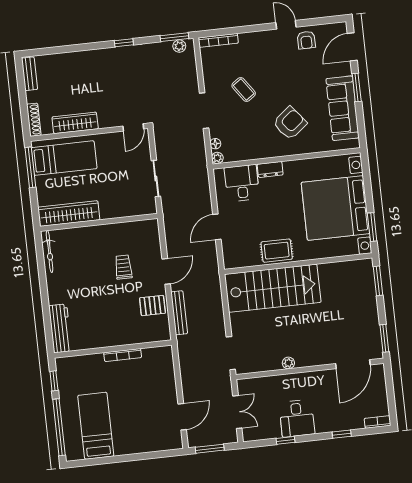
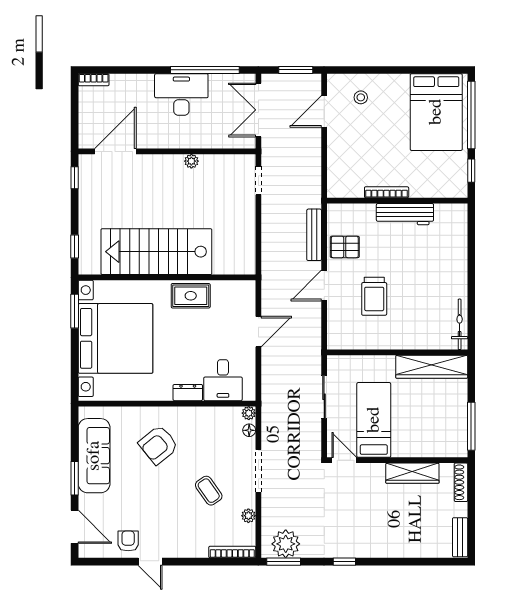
plant: (179, 46) -> (286, 544), width x1.87, depth x1.87
door: (352, 47) -> (75, 527), hinge flipped
plant: (208, 72) -> (248, 516), added
door: (133, 127) -> (344, 460), hinge flipped
bed: (64, 158) -> (374, 420), moved, turned 90
trolley: (123, 267) -> (374, 296), width x1.36, depth x1.39
window: (378, 281) -> (75, 247), width x0.67
stairs: (273, 288) -> (156, 252), moved
workbench: (60, 328) -> (405, 214), moved, turned -90
window: (384, 338) -> (75, 178), width x0.67
doorway: (231, 353) -> (258, 180), width x0.73
double door: (237, 412) -> (258, 110), width x1.37
desk: (297, 418) -> (181, 95), width x1.37
bed: (96, 426) -> (436, 112), width x1.50
stool: (153, 432) -> (361, 97), added
window: (342, 434) -> (138, 70), removed
window: (286, 440) -> (205, 70), width x3.17

